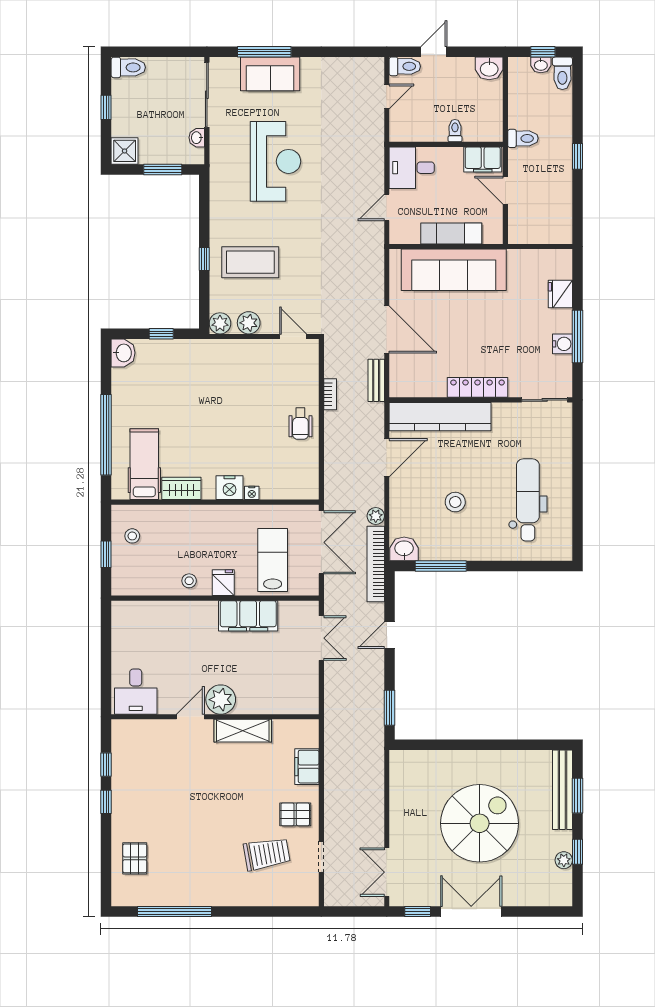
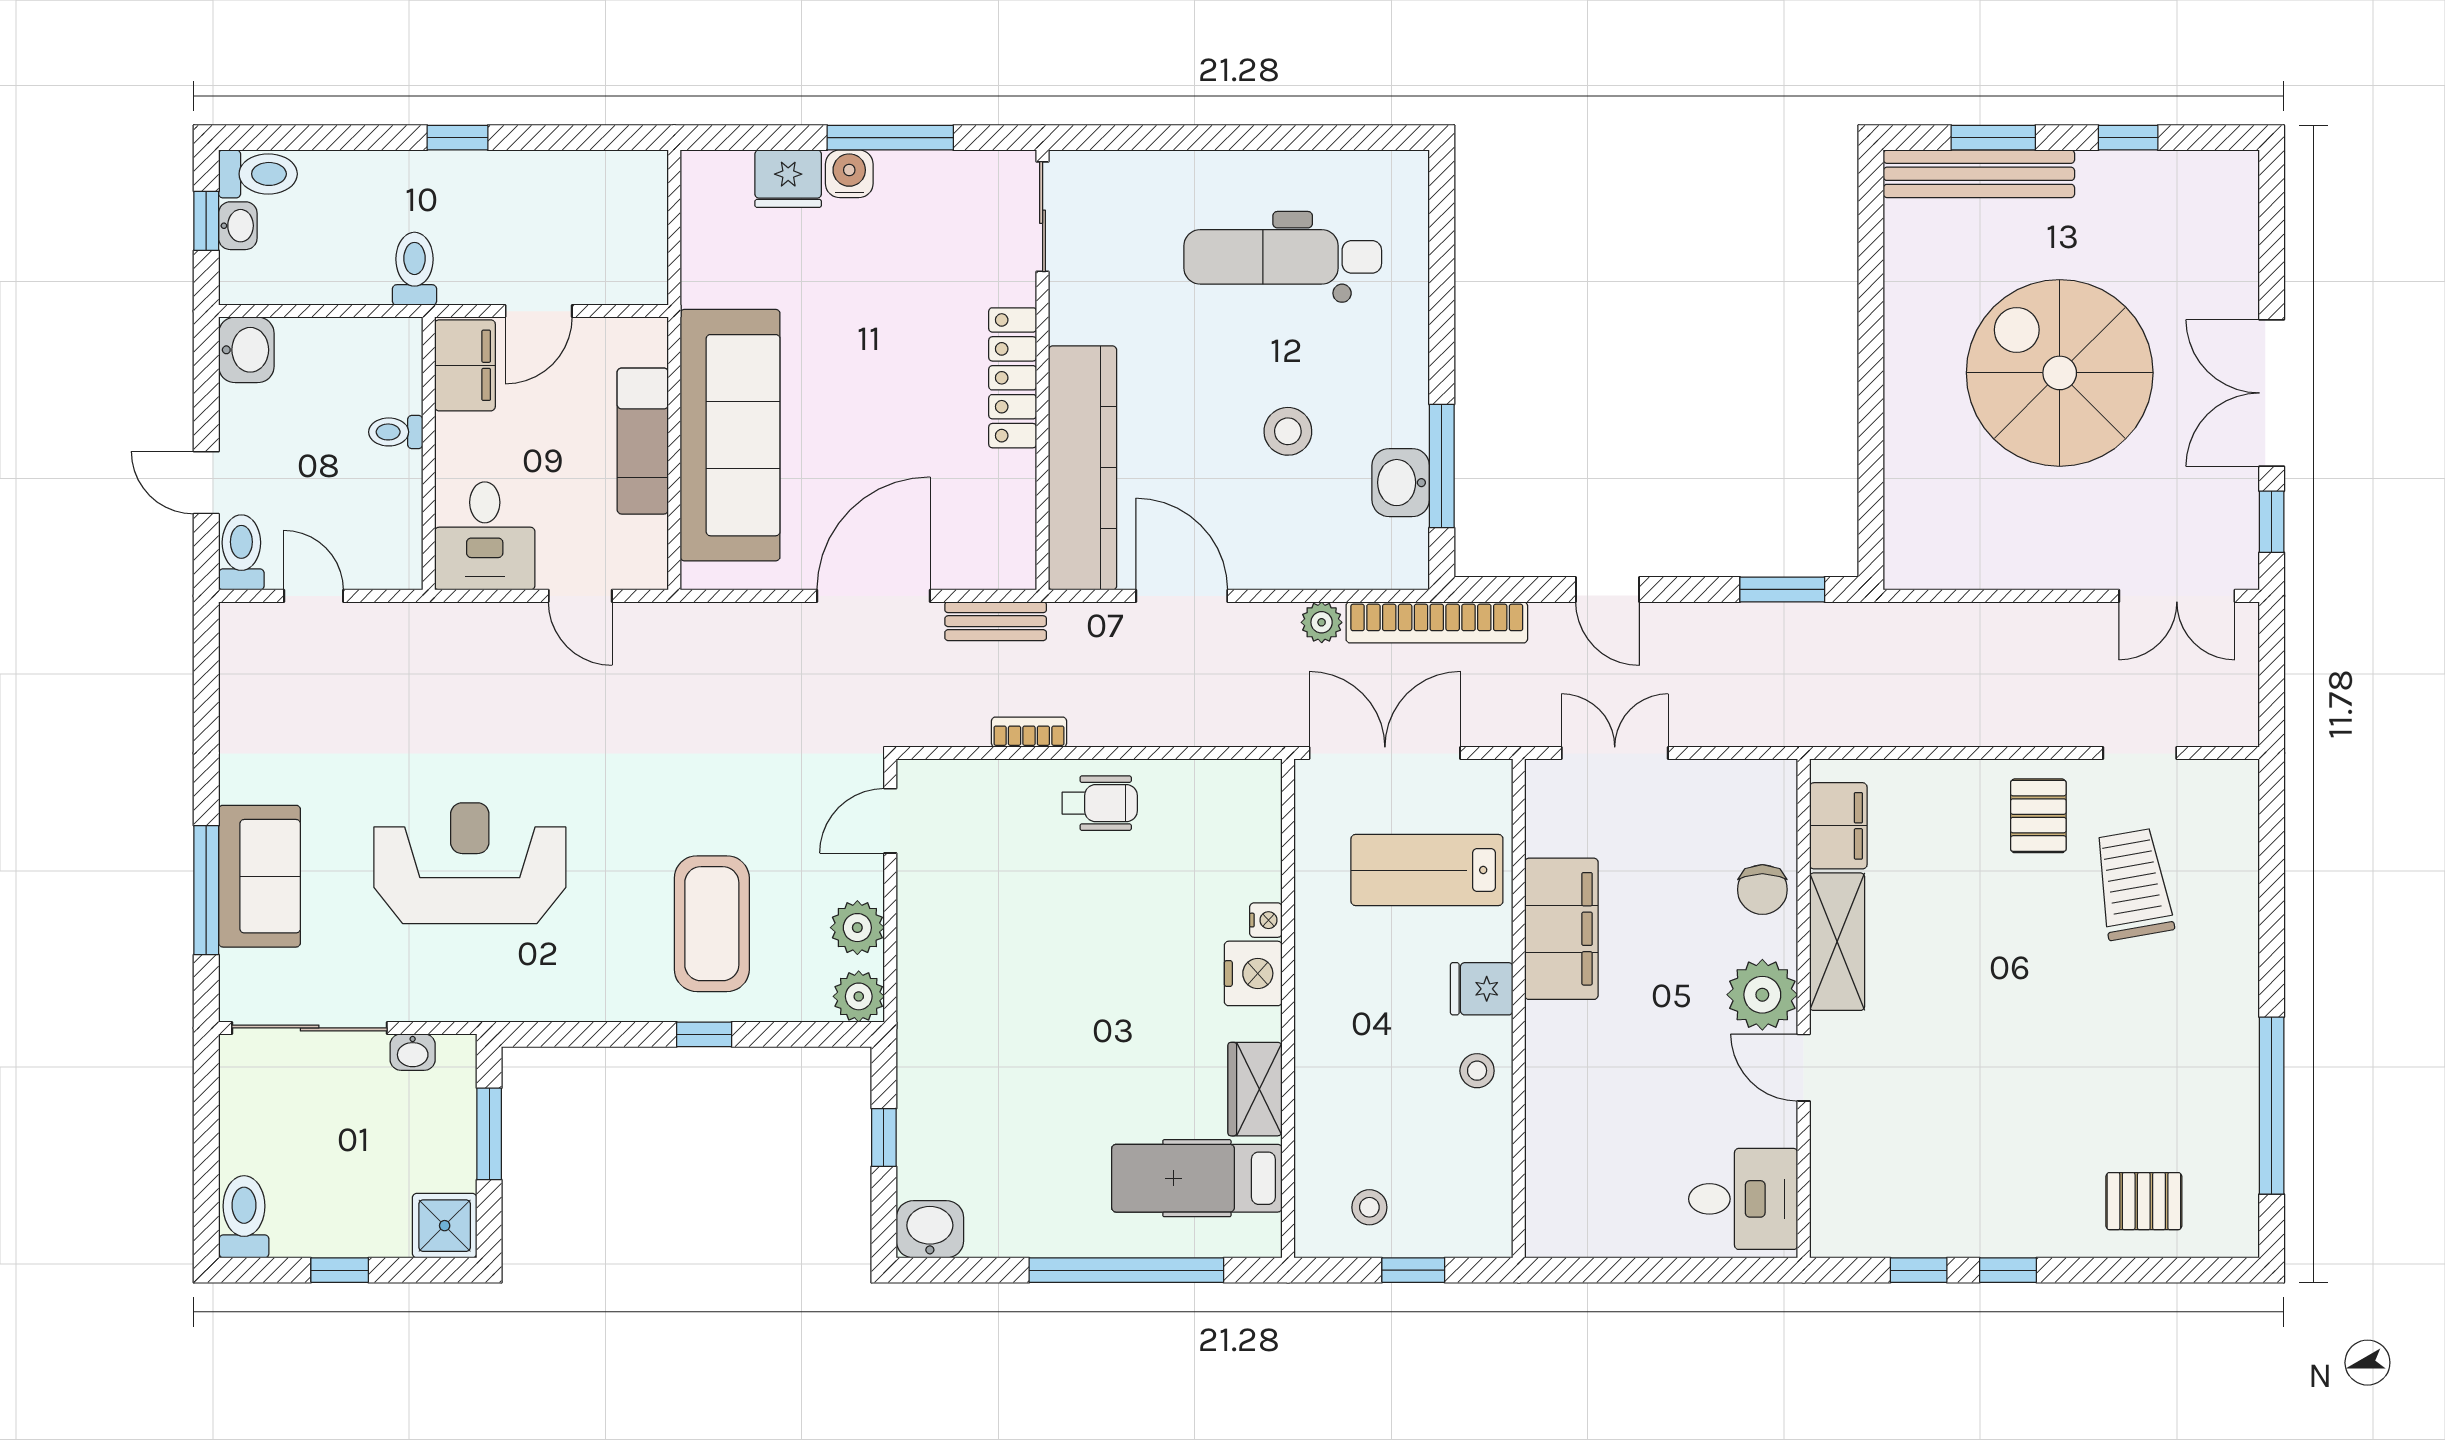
water cooler: (562, 344) -> (849, 174), moved
washbasin: (404, 549) -> (1401, 483), moved
chair: (264, 700) -> (1762, 890), added
filing cabinet: (307, 767) -> (1838, 826), moved, turned -90
plant: (564, 860) -> (2148, 171), removed

